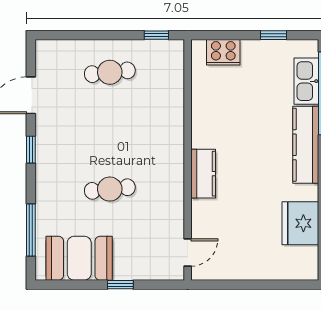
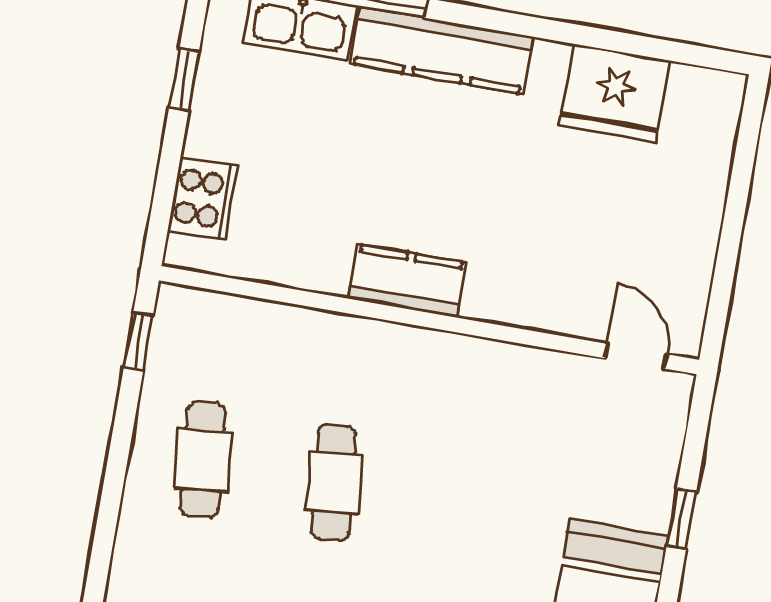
kitchen counter: (203, 174) -> (407, 281), moved
cafe table: (110, 189) -> (333, 483), moved

